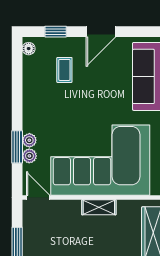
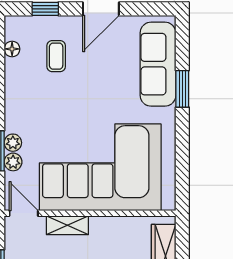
floor lamp: (29, 49) -> (12, 49), moved
shelving: (99, 207) -> (67, 225), moved

